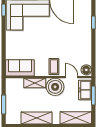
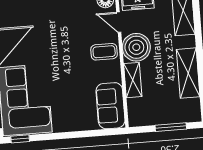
door: (72, 77) -> (119, 22), hinge flipped

